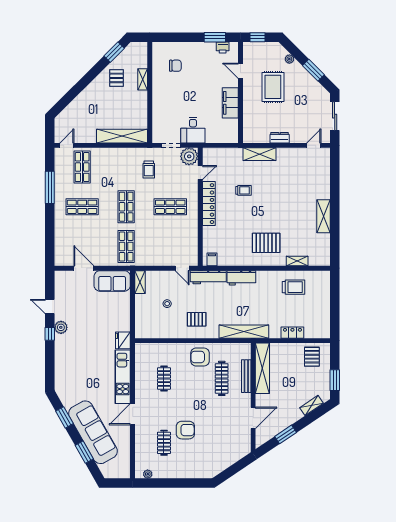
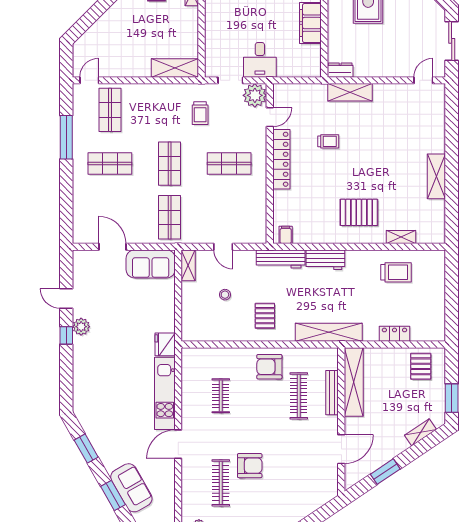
shelving: (122, 136) -> (175, 68), width x0.68
dresser: (280, 138) -> (340, 70), moved
door: (182, 268) -> (223, 247), moved
pallet: (197, 319) -> (265, 316), turned 90
sofa: (93, 432) -> (131, 488), width x0.54, depth x0.79
clothes rail: (164, 443) -> (221, 483), width x1.36

